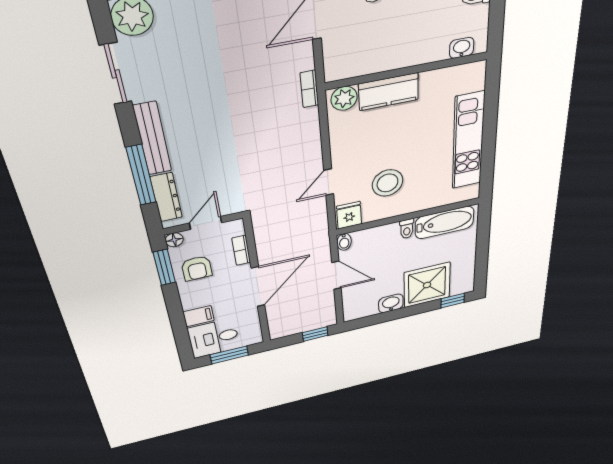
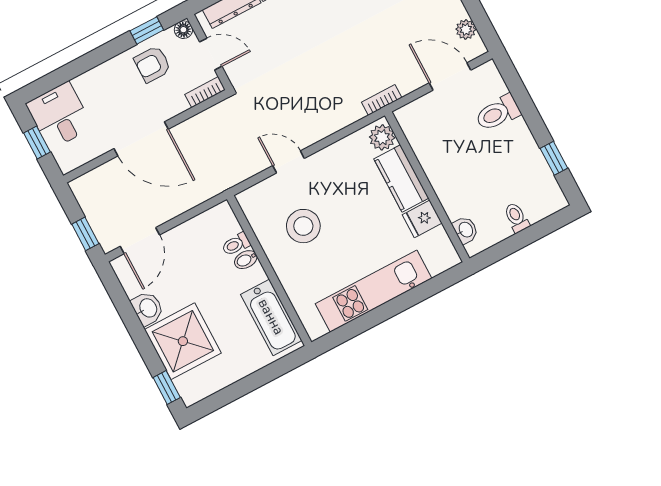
fridge: (349, 215) -> (422, 219), moved, turned 180
toilet: (407, 229) -> (236, 244), moved
bidet: (344, 242) -> (246, 260), moved
bookcase: (241, 250) -> (205, 92), moved
window: (164, 267) -> (147, 30), width x0.67
door: (336, 275) -> (140, 241), moved
filing cabinet: (199, 316) -> (88, 88), removed
window: (229, 355) -> (37, 142), width x0.67

